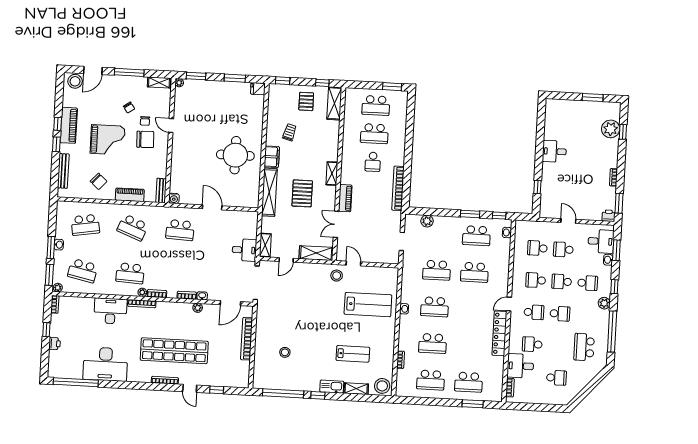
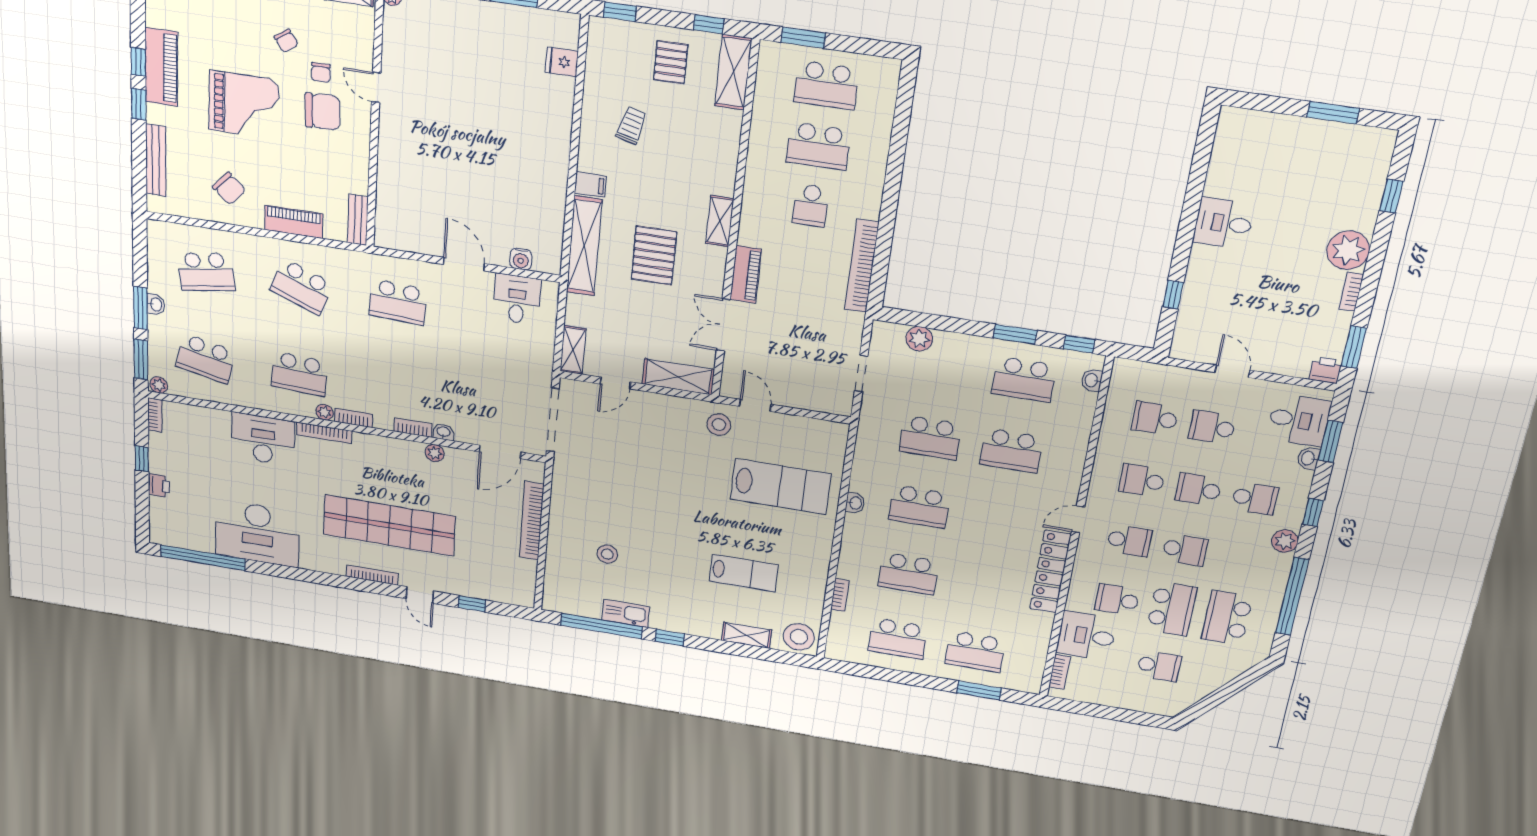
window: (392, 87) -> (803, 38), moved
fridge: (258, 89) -> (562, 62), moved
plant: (611, 129) -> (1348, 250), moved
round table: (235, 155) -> (513, 163), removed
filing cabinet: (272, 157) -> (590, 185), width x0.50
water cooler: (174, 198) -> (521, 259), moved
desk: (244, 250) -> (517, 299), moved, turned -90
school desk: (558, 346) -> (1172, 609), added
kitchen sink: (332, 387) -> (626, 613), moved

